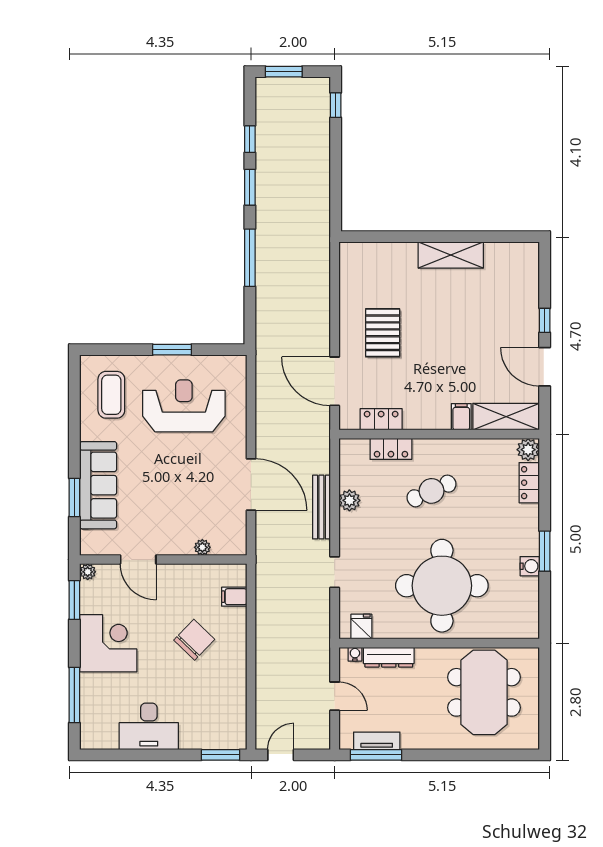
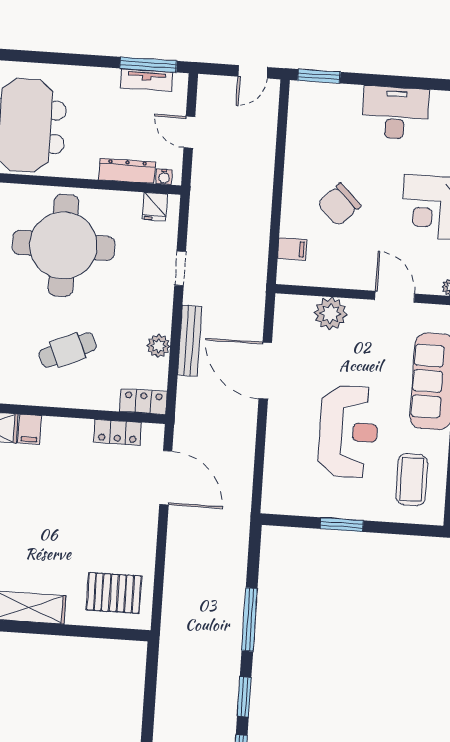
pallet: (383, 333) -> (114, 593), moved, turned 90
reception desk: (184, 406) -> (348, 432), moved, turned -90
locker: (391, 449) -> (143, 402), moved
plant: (202, 547) -> (330, 314), width x1.88, depth x1.88

